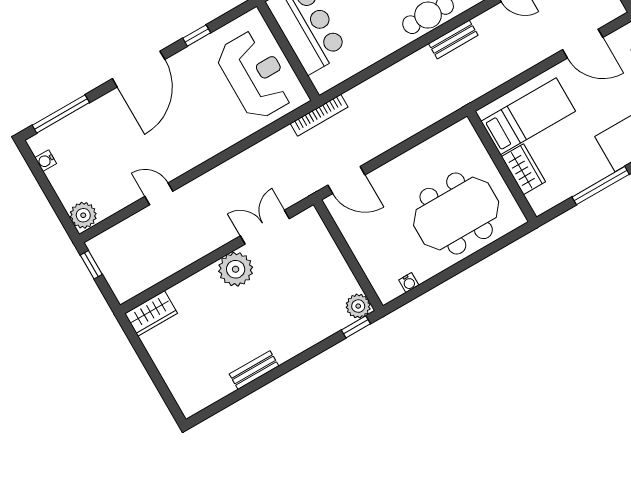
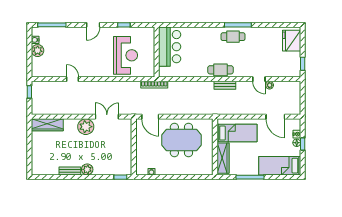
door: (139, 69) -> (93, 25), width x0.53
reception desk: (255, 75) -> (126, 55), moved
wardrobe: (523, 169) -> (223, 158), width x1.50
meeting table: (456, 213) -> (181, 140), moved
plant: (83, 215) -> (38, 51), moved
plant: (358, 306) -> (87, 169), moved
wardrobe: (151, 313) -> (47, 125), width x1.50

